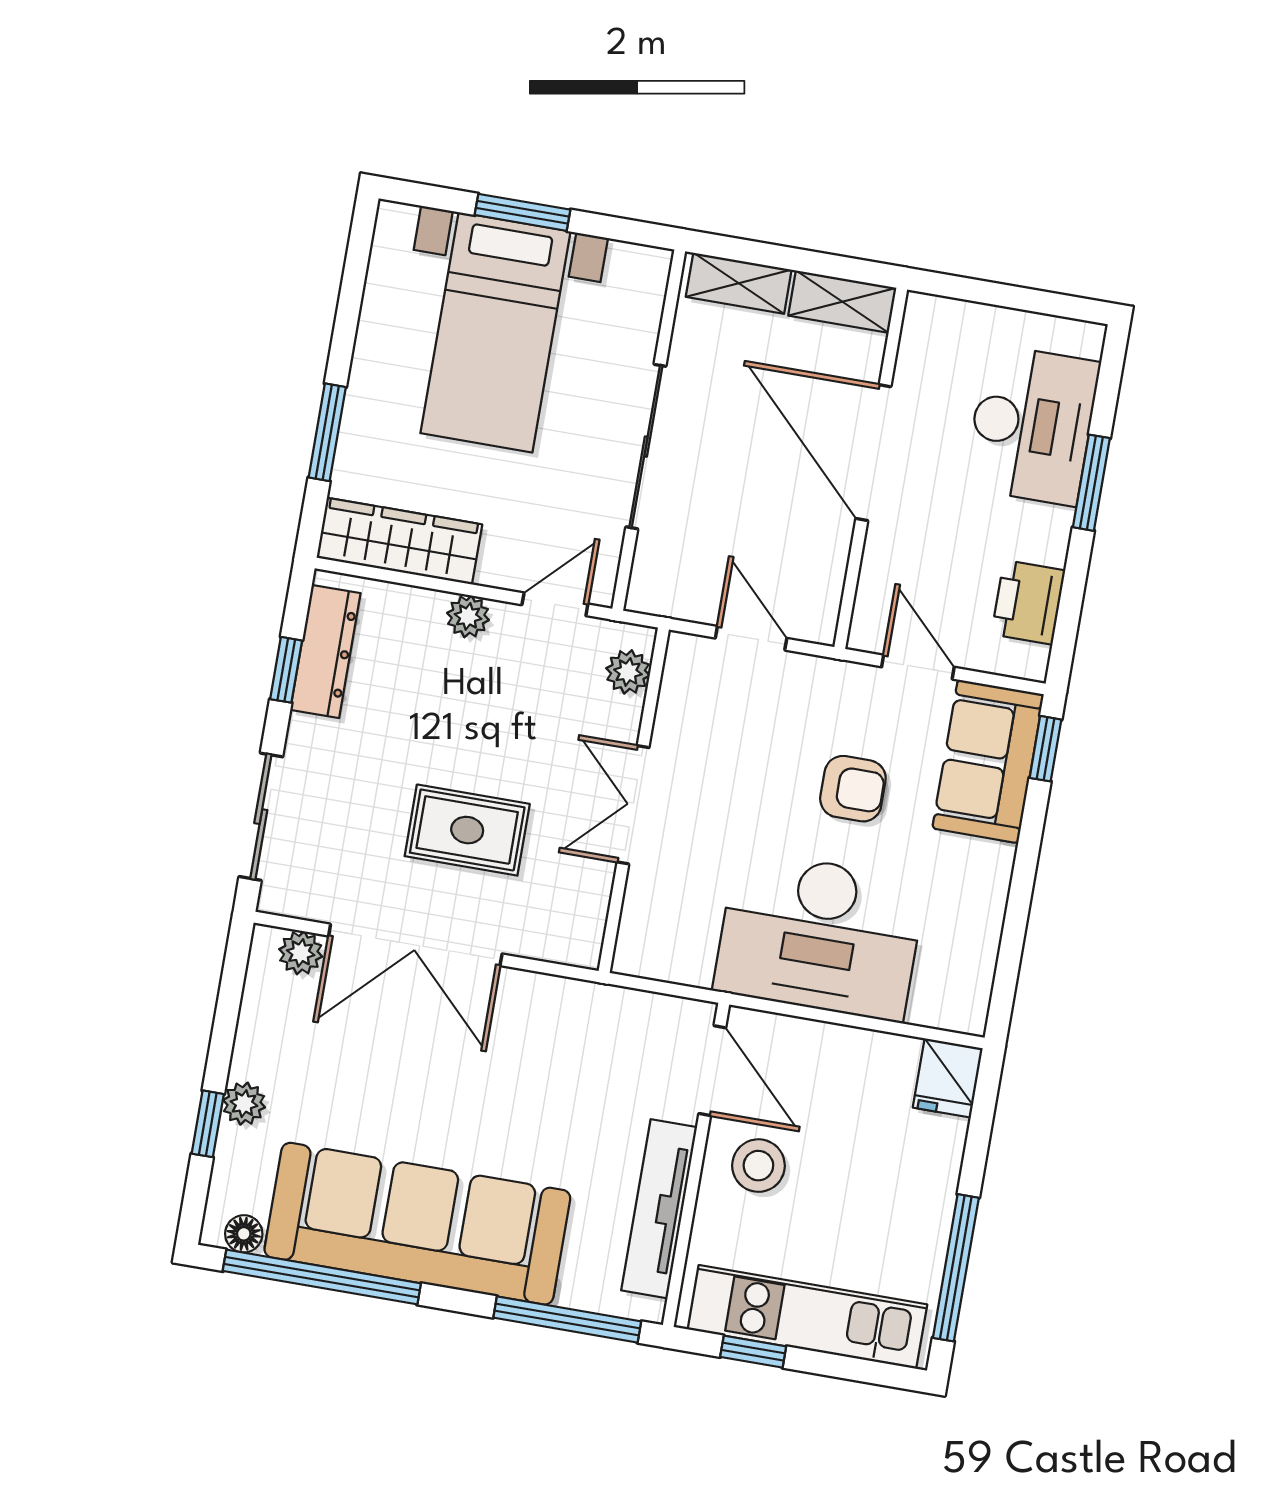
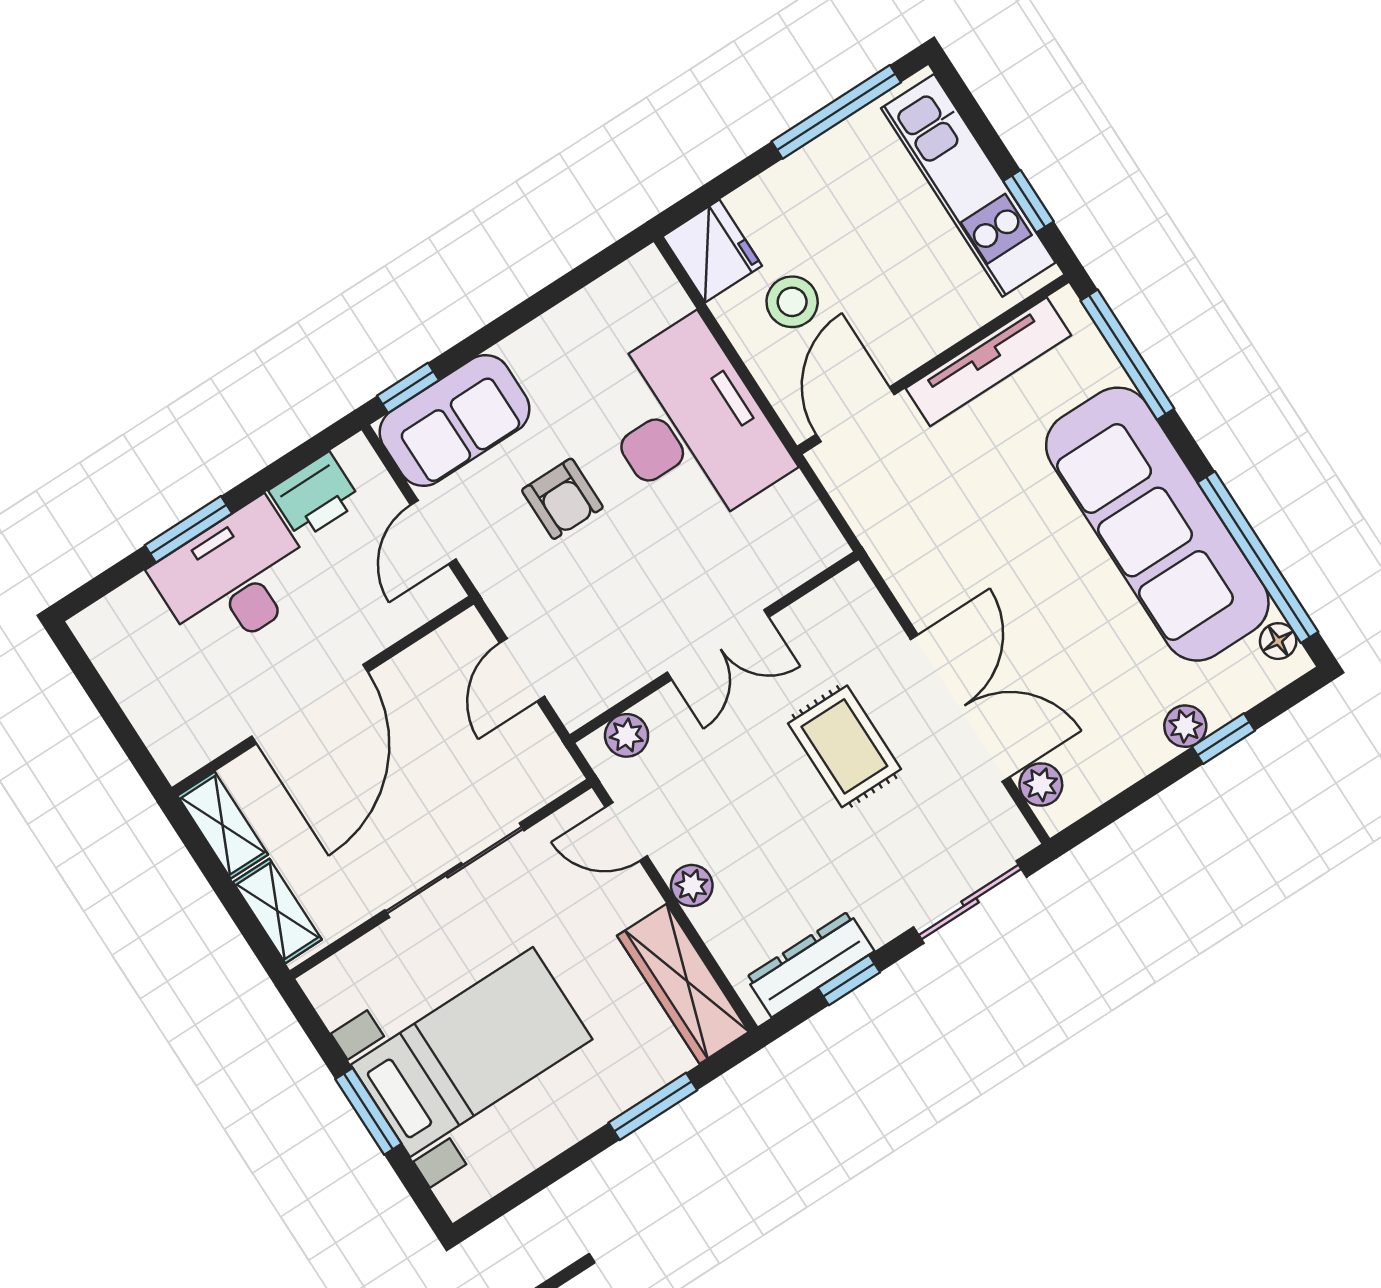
desk: (1032, 425) -> (235, 578), moved
armchair: (853, 789) -> (562, 499), turned 180
fridge: (948, 1078) -> (712, 251), width x1.38
stool: (758, 1166) -> (792, 302), moved

